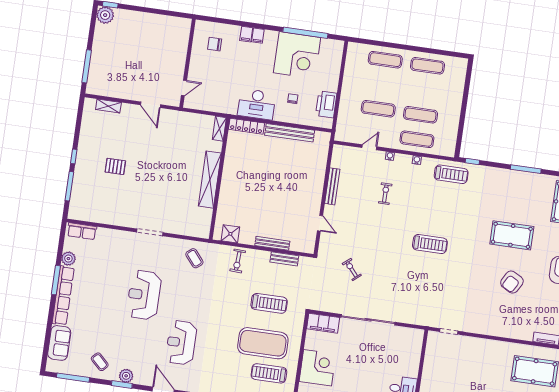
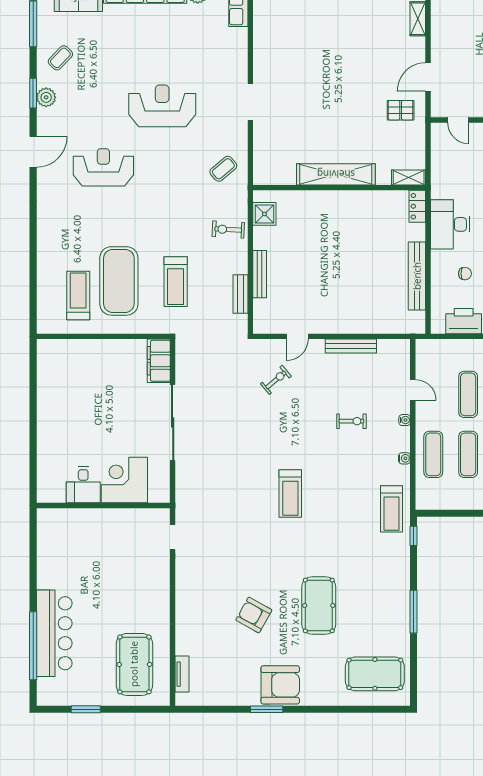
locker: (246, 126) -> (417, 206), width x0.66
pallet: (115, 166) -> (401, 110), moved, turned 90
exercise bike: (352, 269) -> (276, 380), moved
corner desk: (318, 368) -> (124, 480), moved, turned 180

